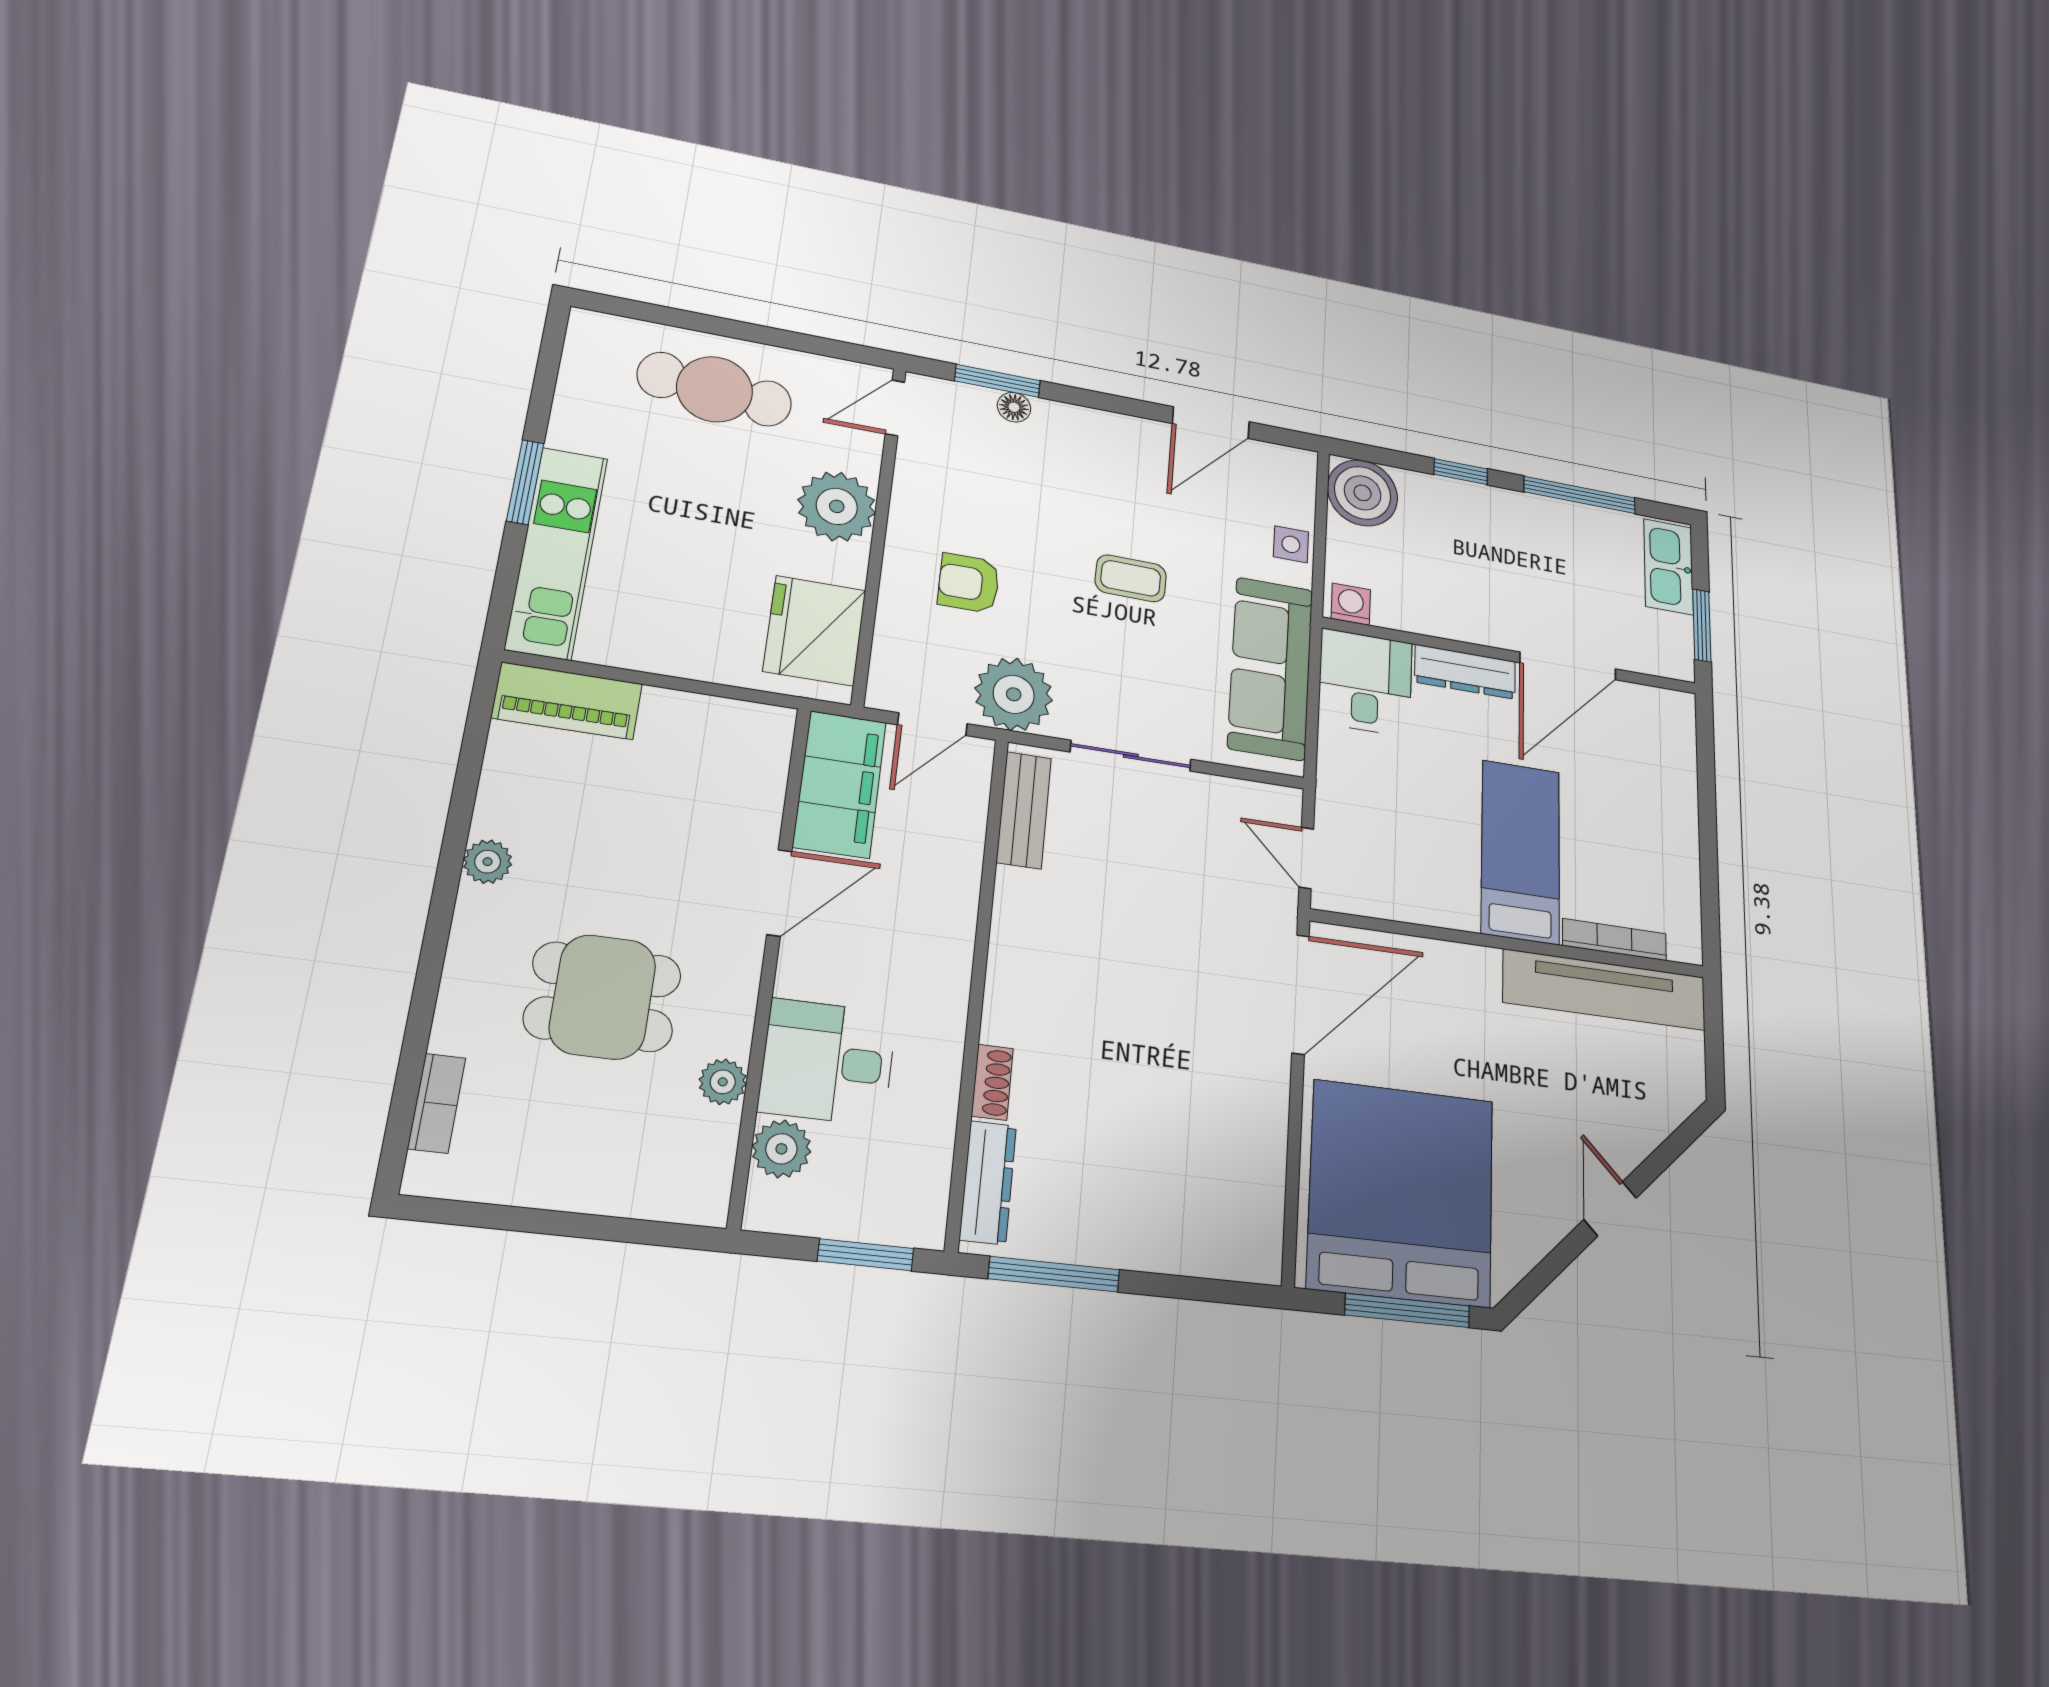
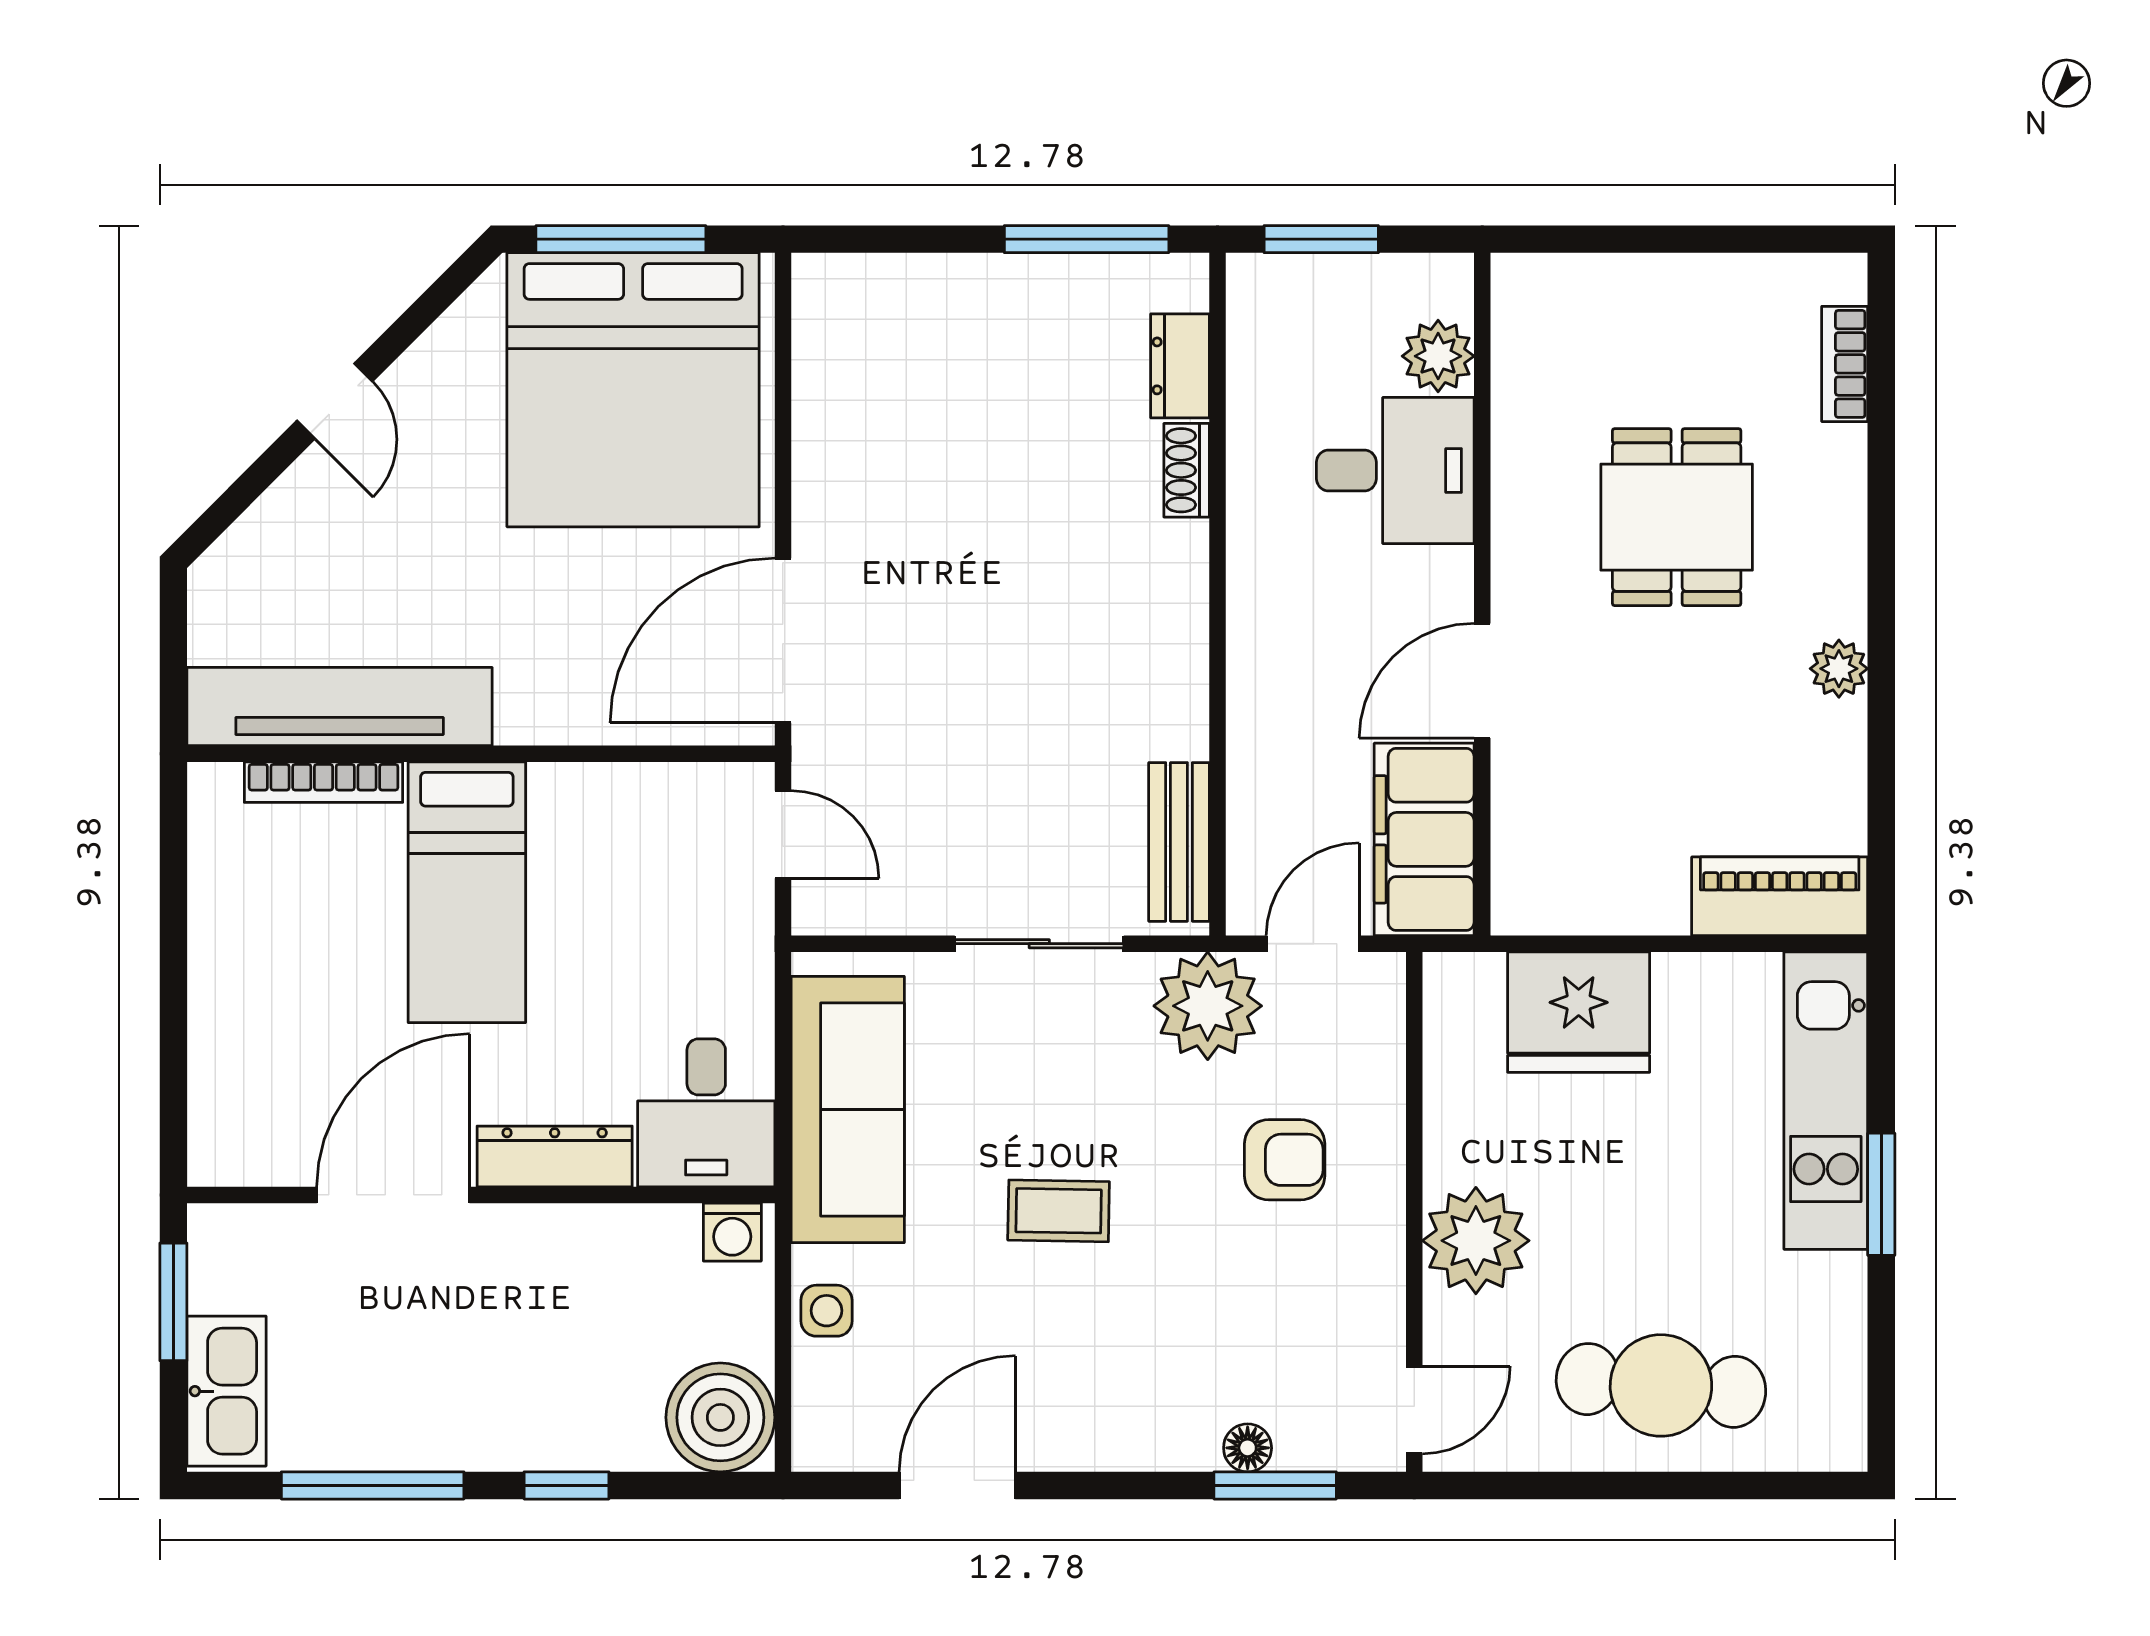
fridge: (815, 631) -> (1579, 1012), moved, turned 90
dining table: (603, 997) -> (1677, 517), turned 90
plant: (723, 1082) -> (1519, 430), removed
dresser: (988, 1182) -> (1180, 366), width x0.70

